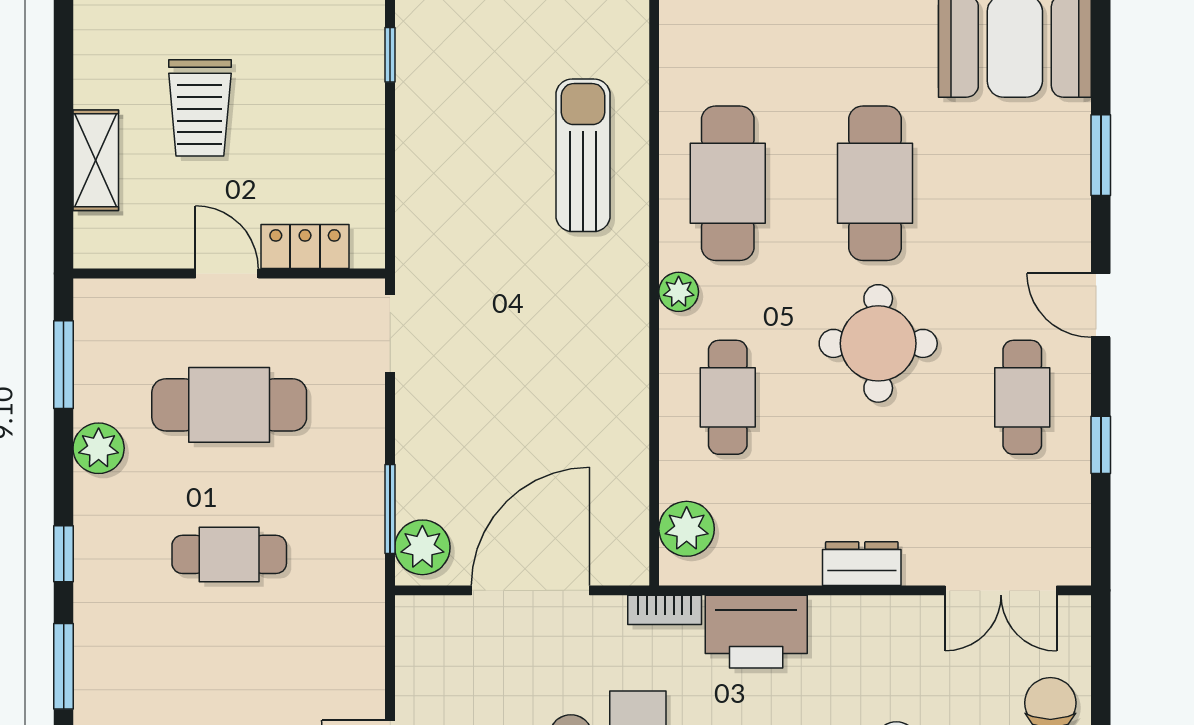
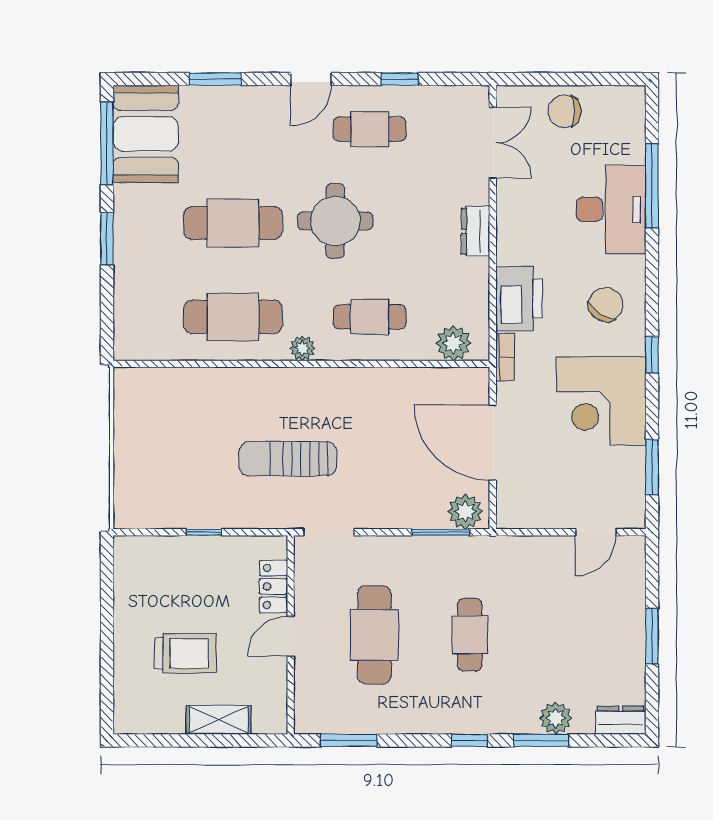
window: (390, 55) -> (204, 532), moved
sun lounger: (583, 155) -> (288, 459), moved
plant: (99, 448) -> (556, 718), moved

